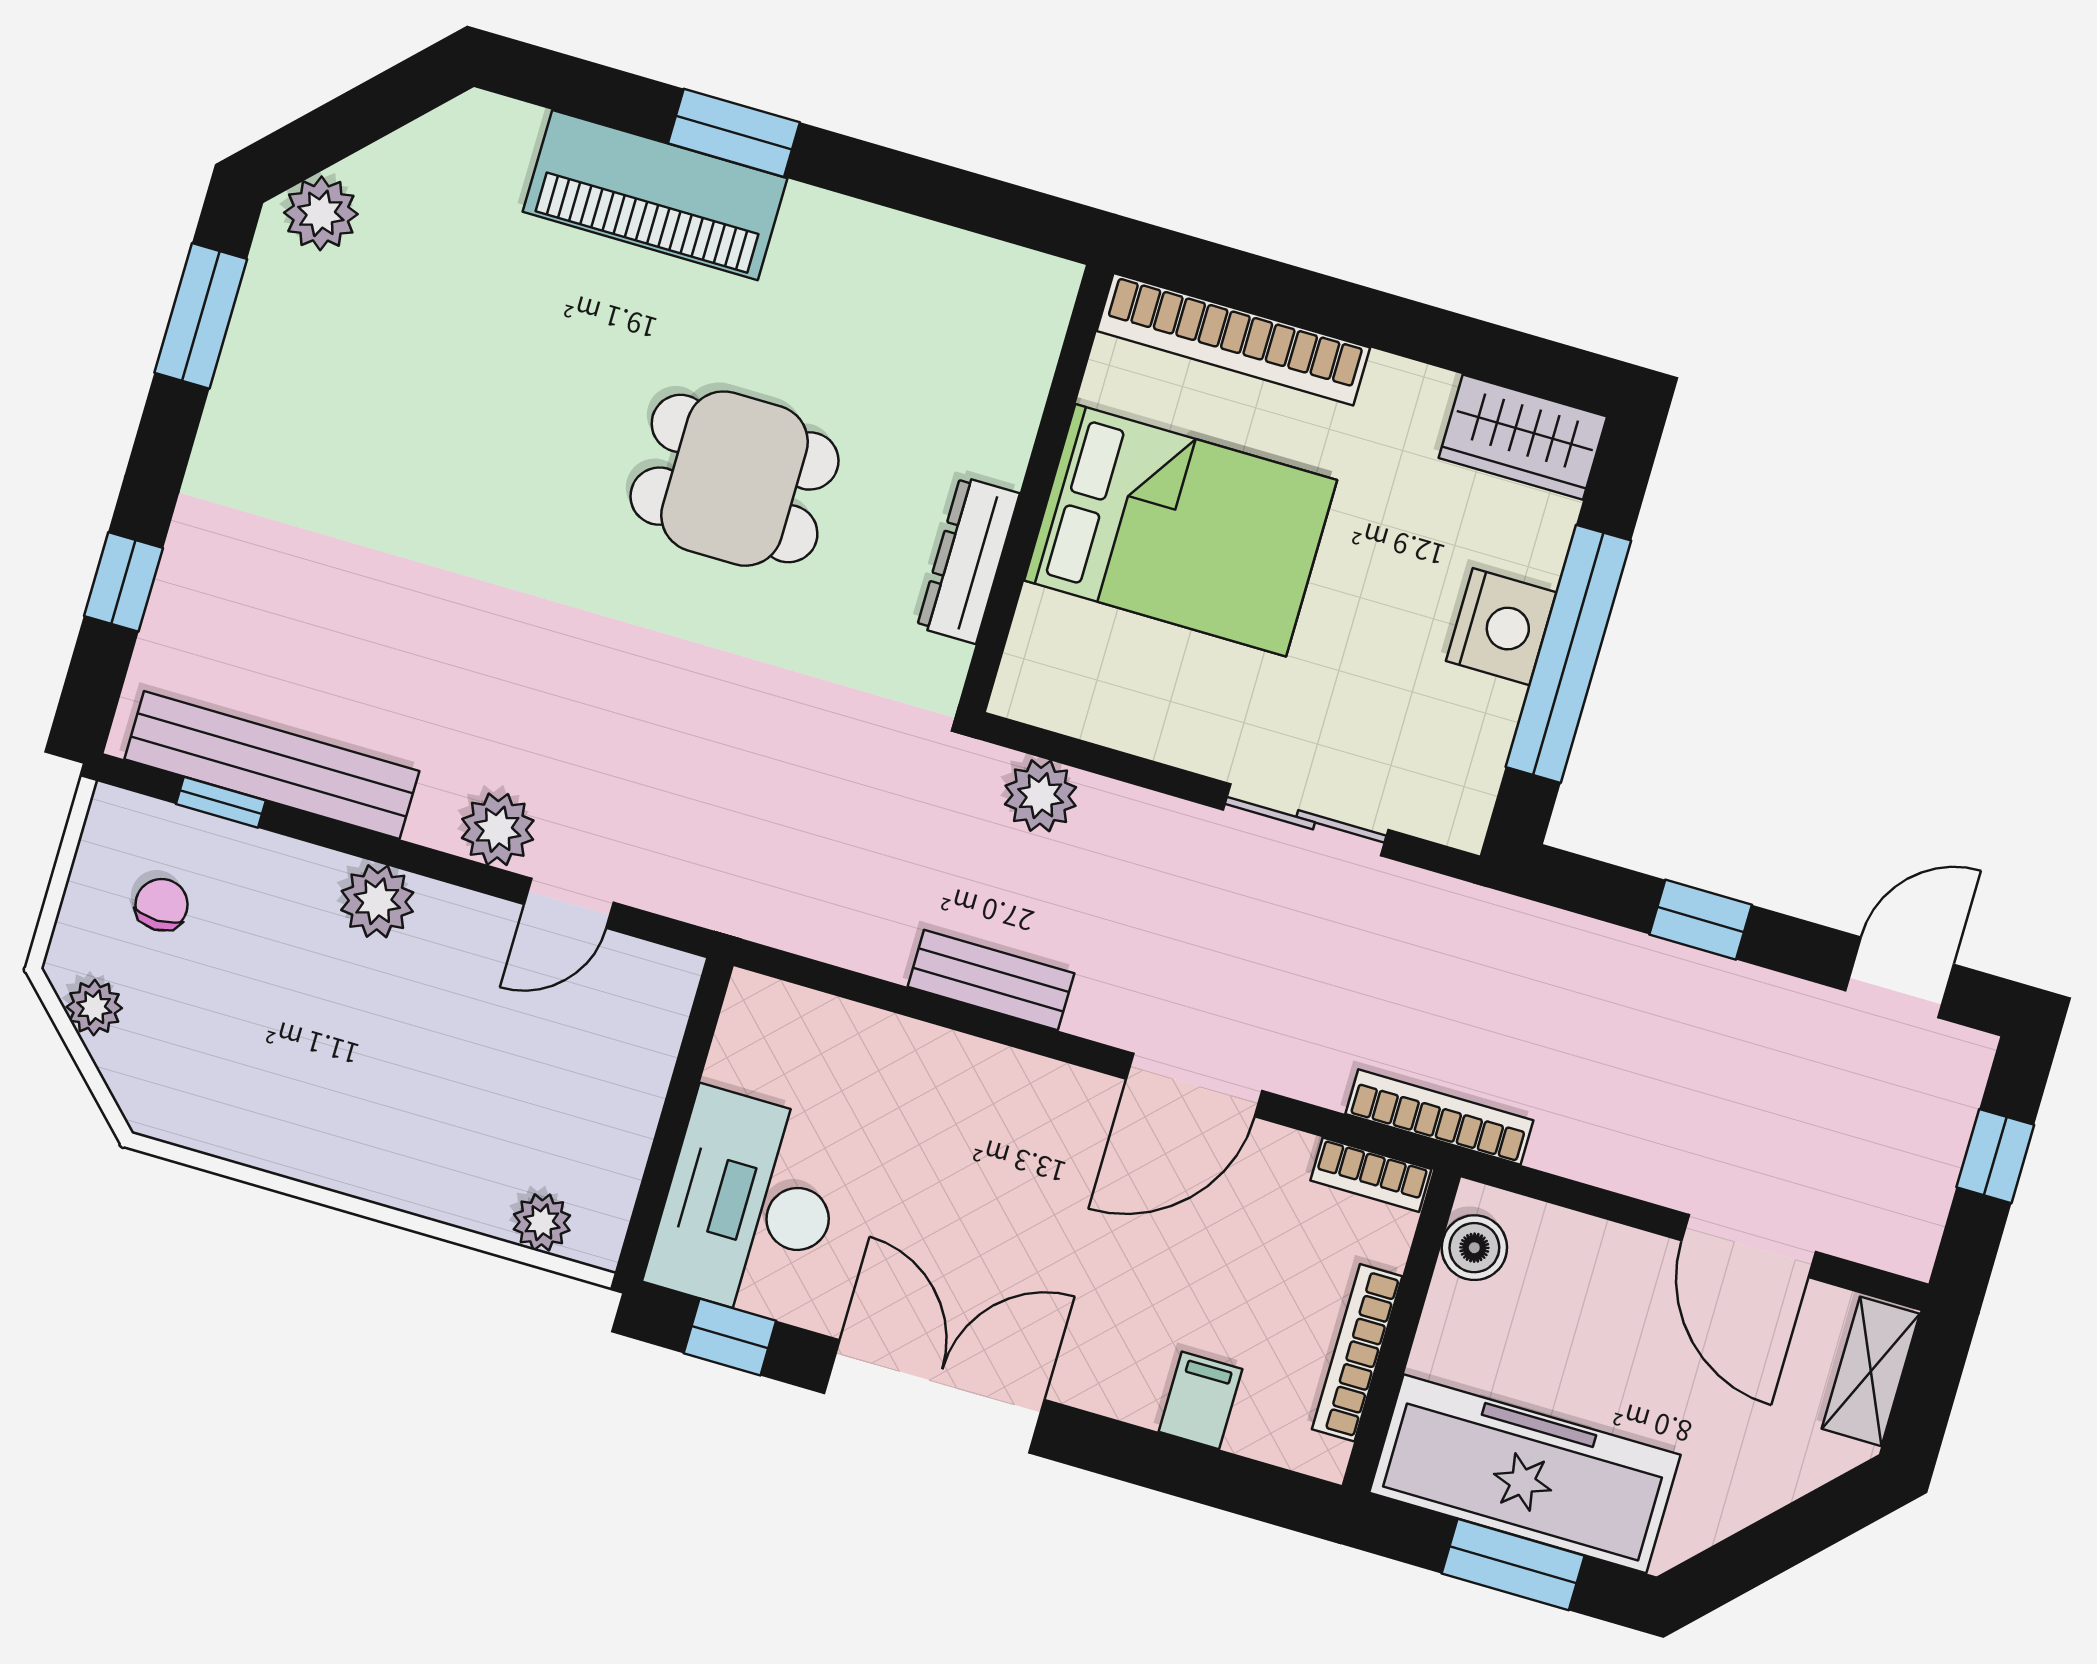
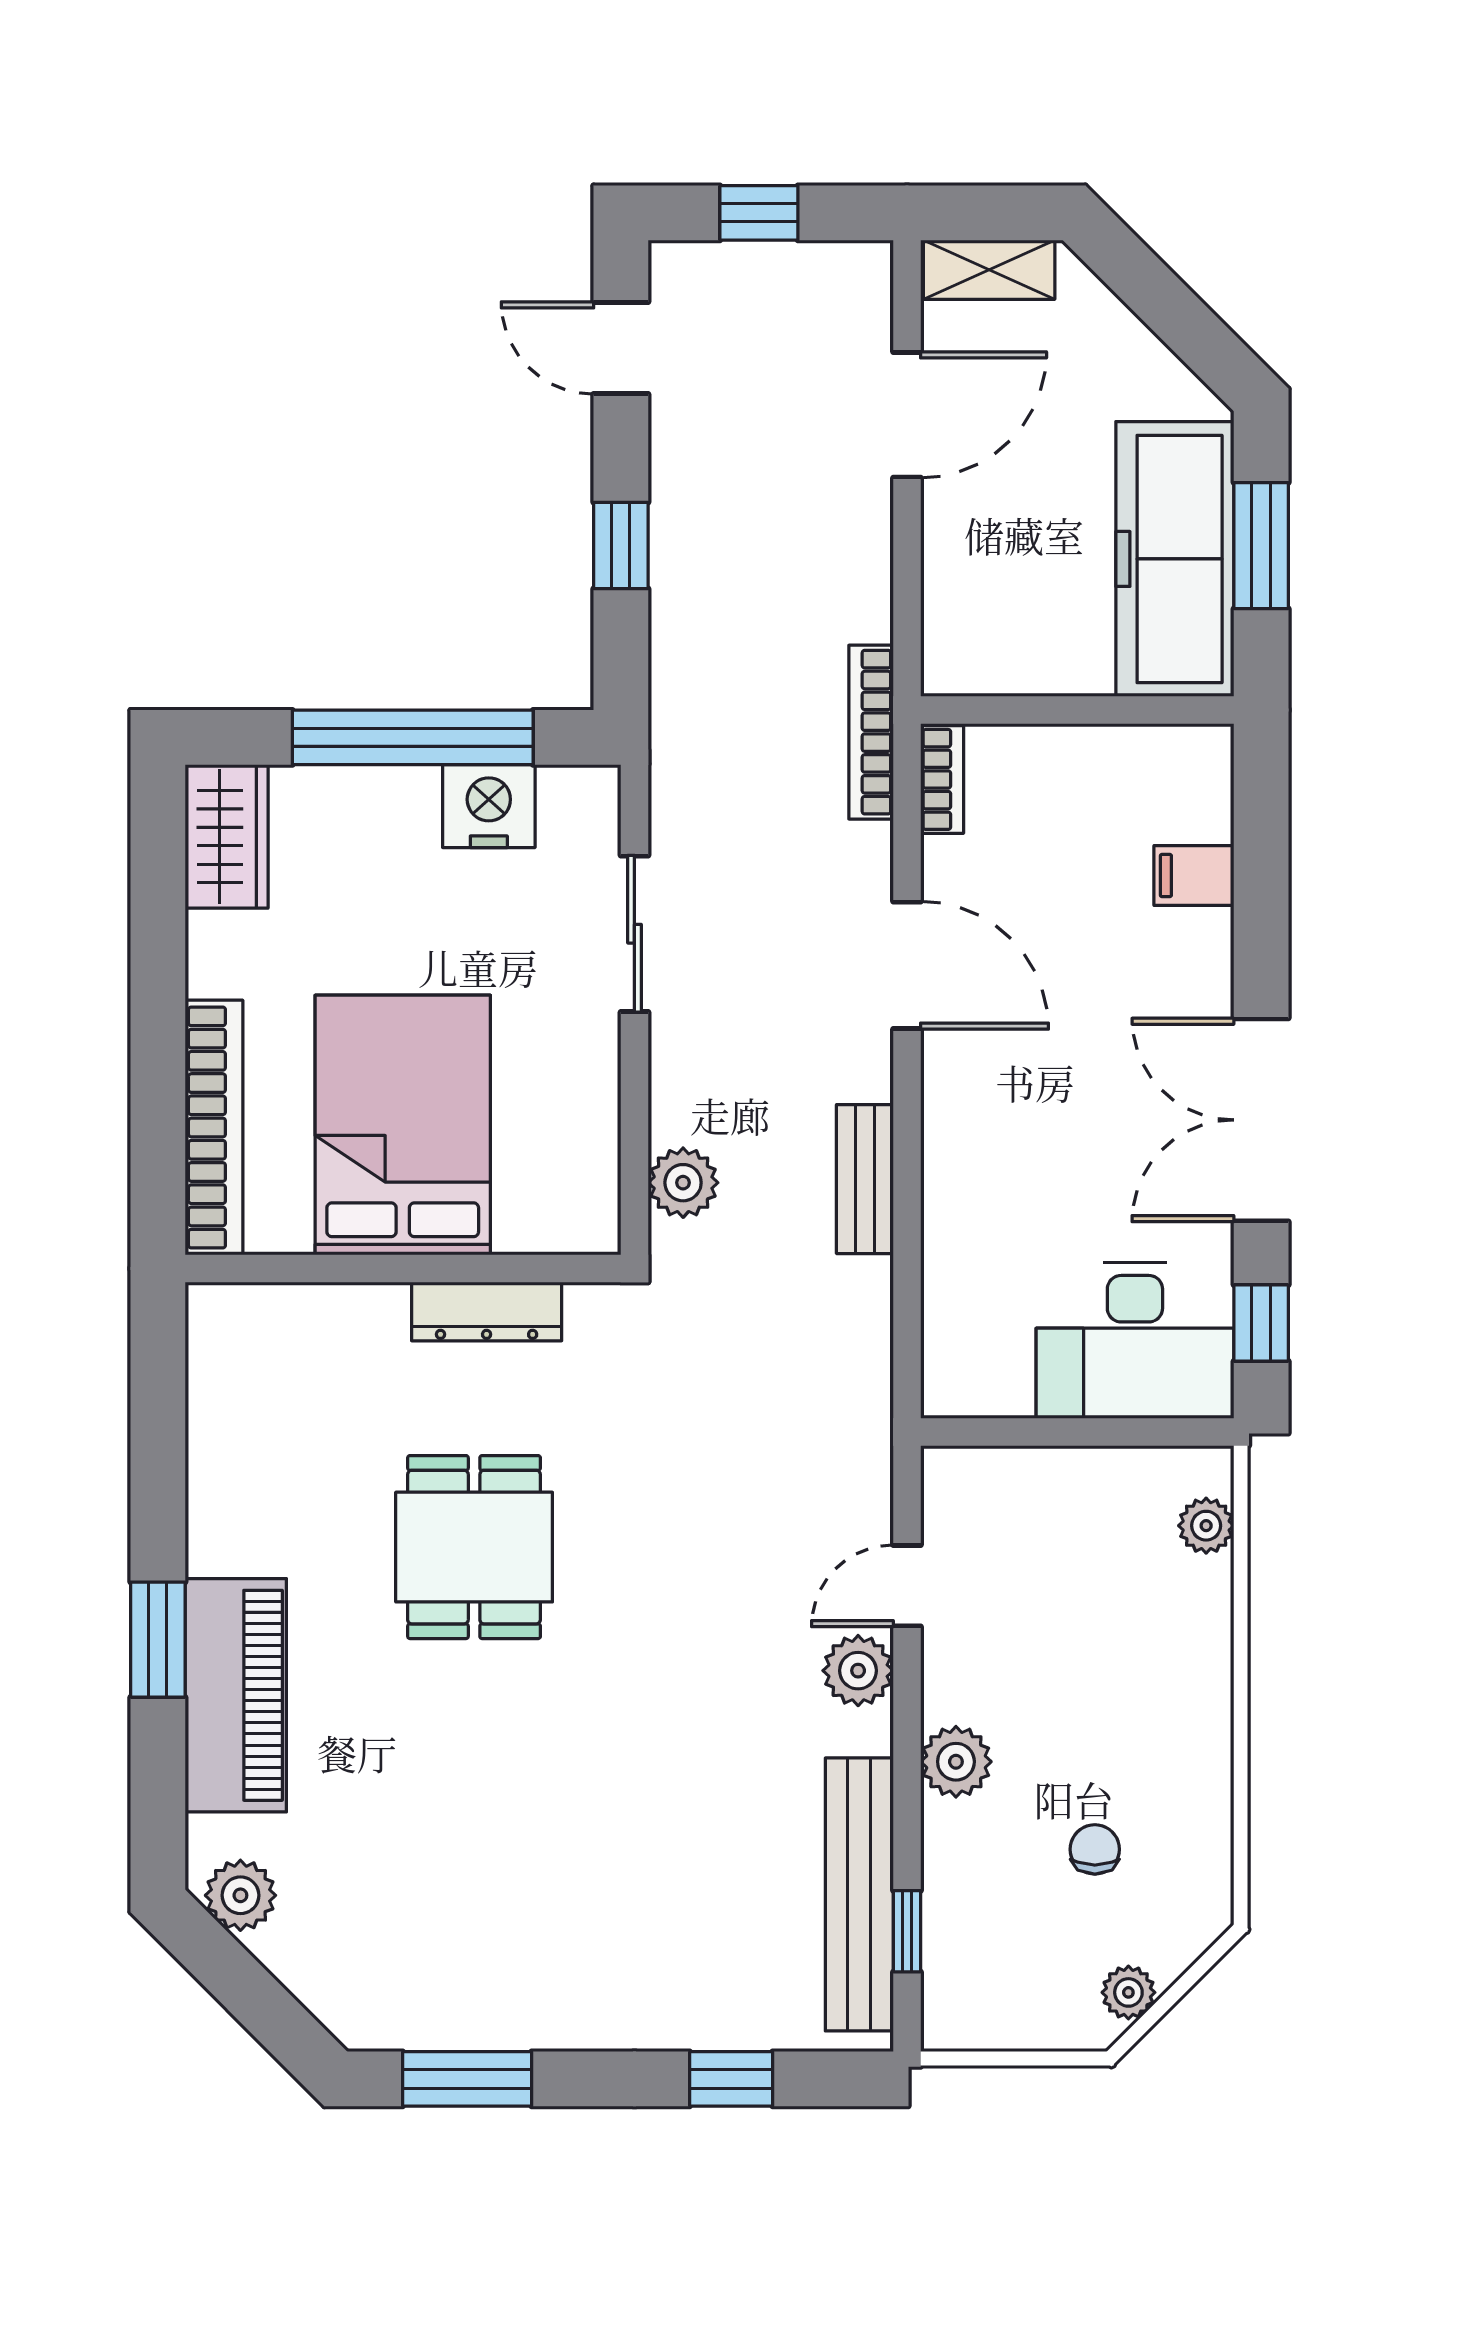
plant: (321, 213) -> (240, 1895), moved
nightstand: (1501, 627) -> (489, 806), moved
door: (569, 903) -> (907, 1586), swing flipped
chair: (162, 905) -> (1095, 1849), moved, turned 90
boiler: (1474, 1248) -> (981, 665), removed
bookcase: (1357, 1353) -> (1109, 745), removed

